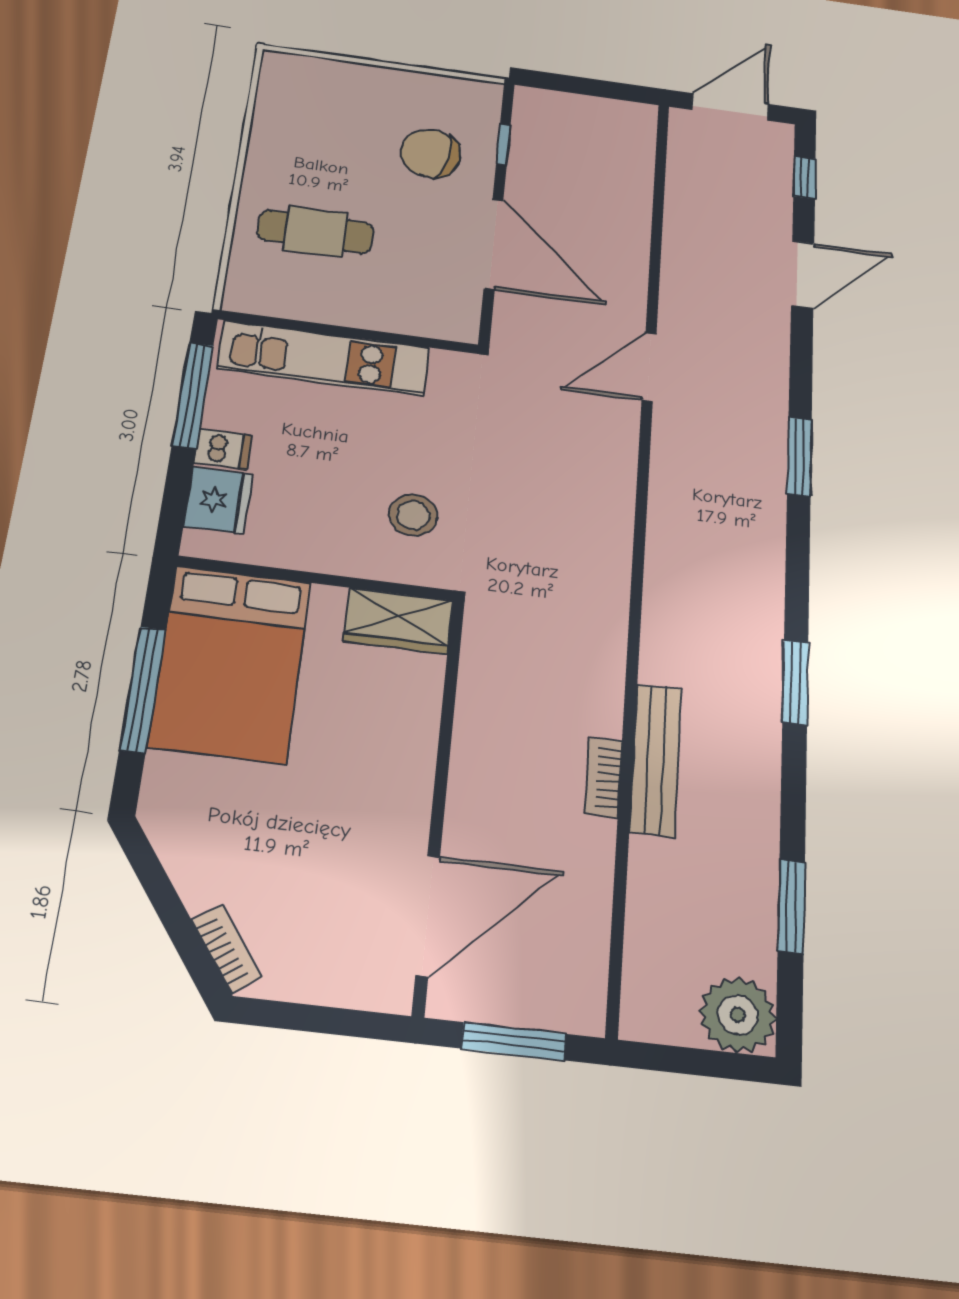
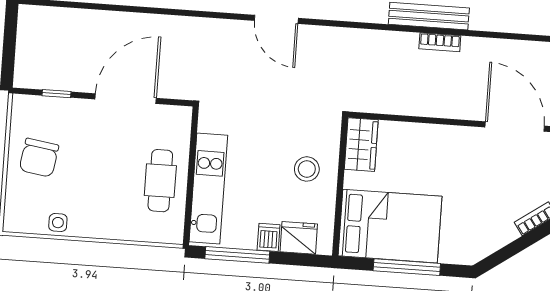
side table: (274, 128) -> (58, 223), added
chair: (430, 153) -> (39, 158), moved
cafe table: (315, 232) -> (160, 181), moved
door: (649, 367) -> (276, 19), moved
stool: (413, 515) -> (307, 169), moved

